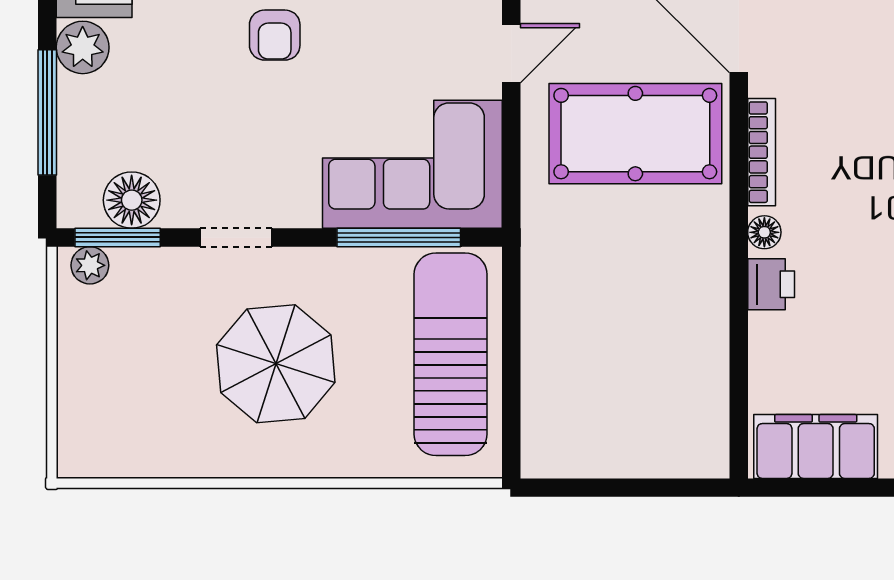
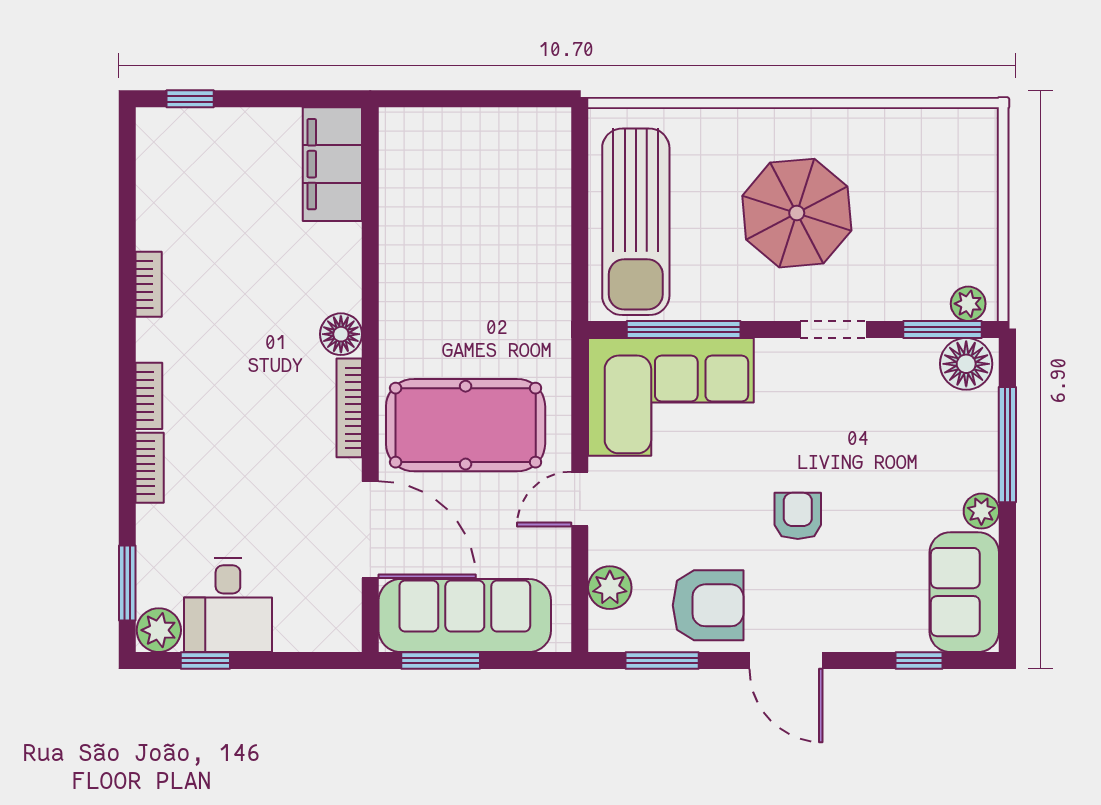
plant: (83, 47) -> (981, 511), width x0.73, depth x0.73
floor lamp: (132, 200) -> (966, 364), moved
floor lamp: (764, 232) -> (341, 334), width x1.37, depth x1.37
printer: (771, 284) -> (340, 286), removed
filing cabinet: (816, 447) -> (332, 164), moved, turned 90

